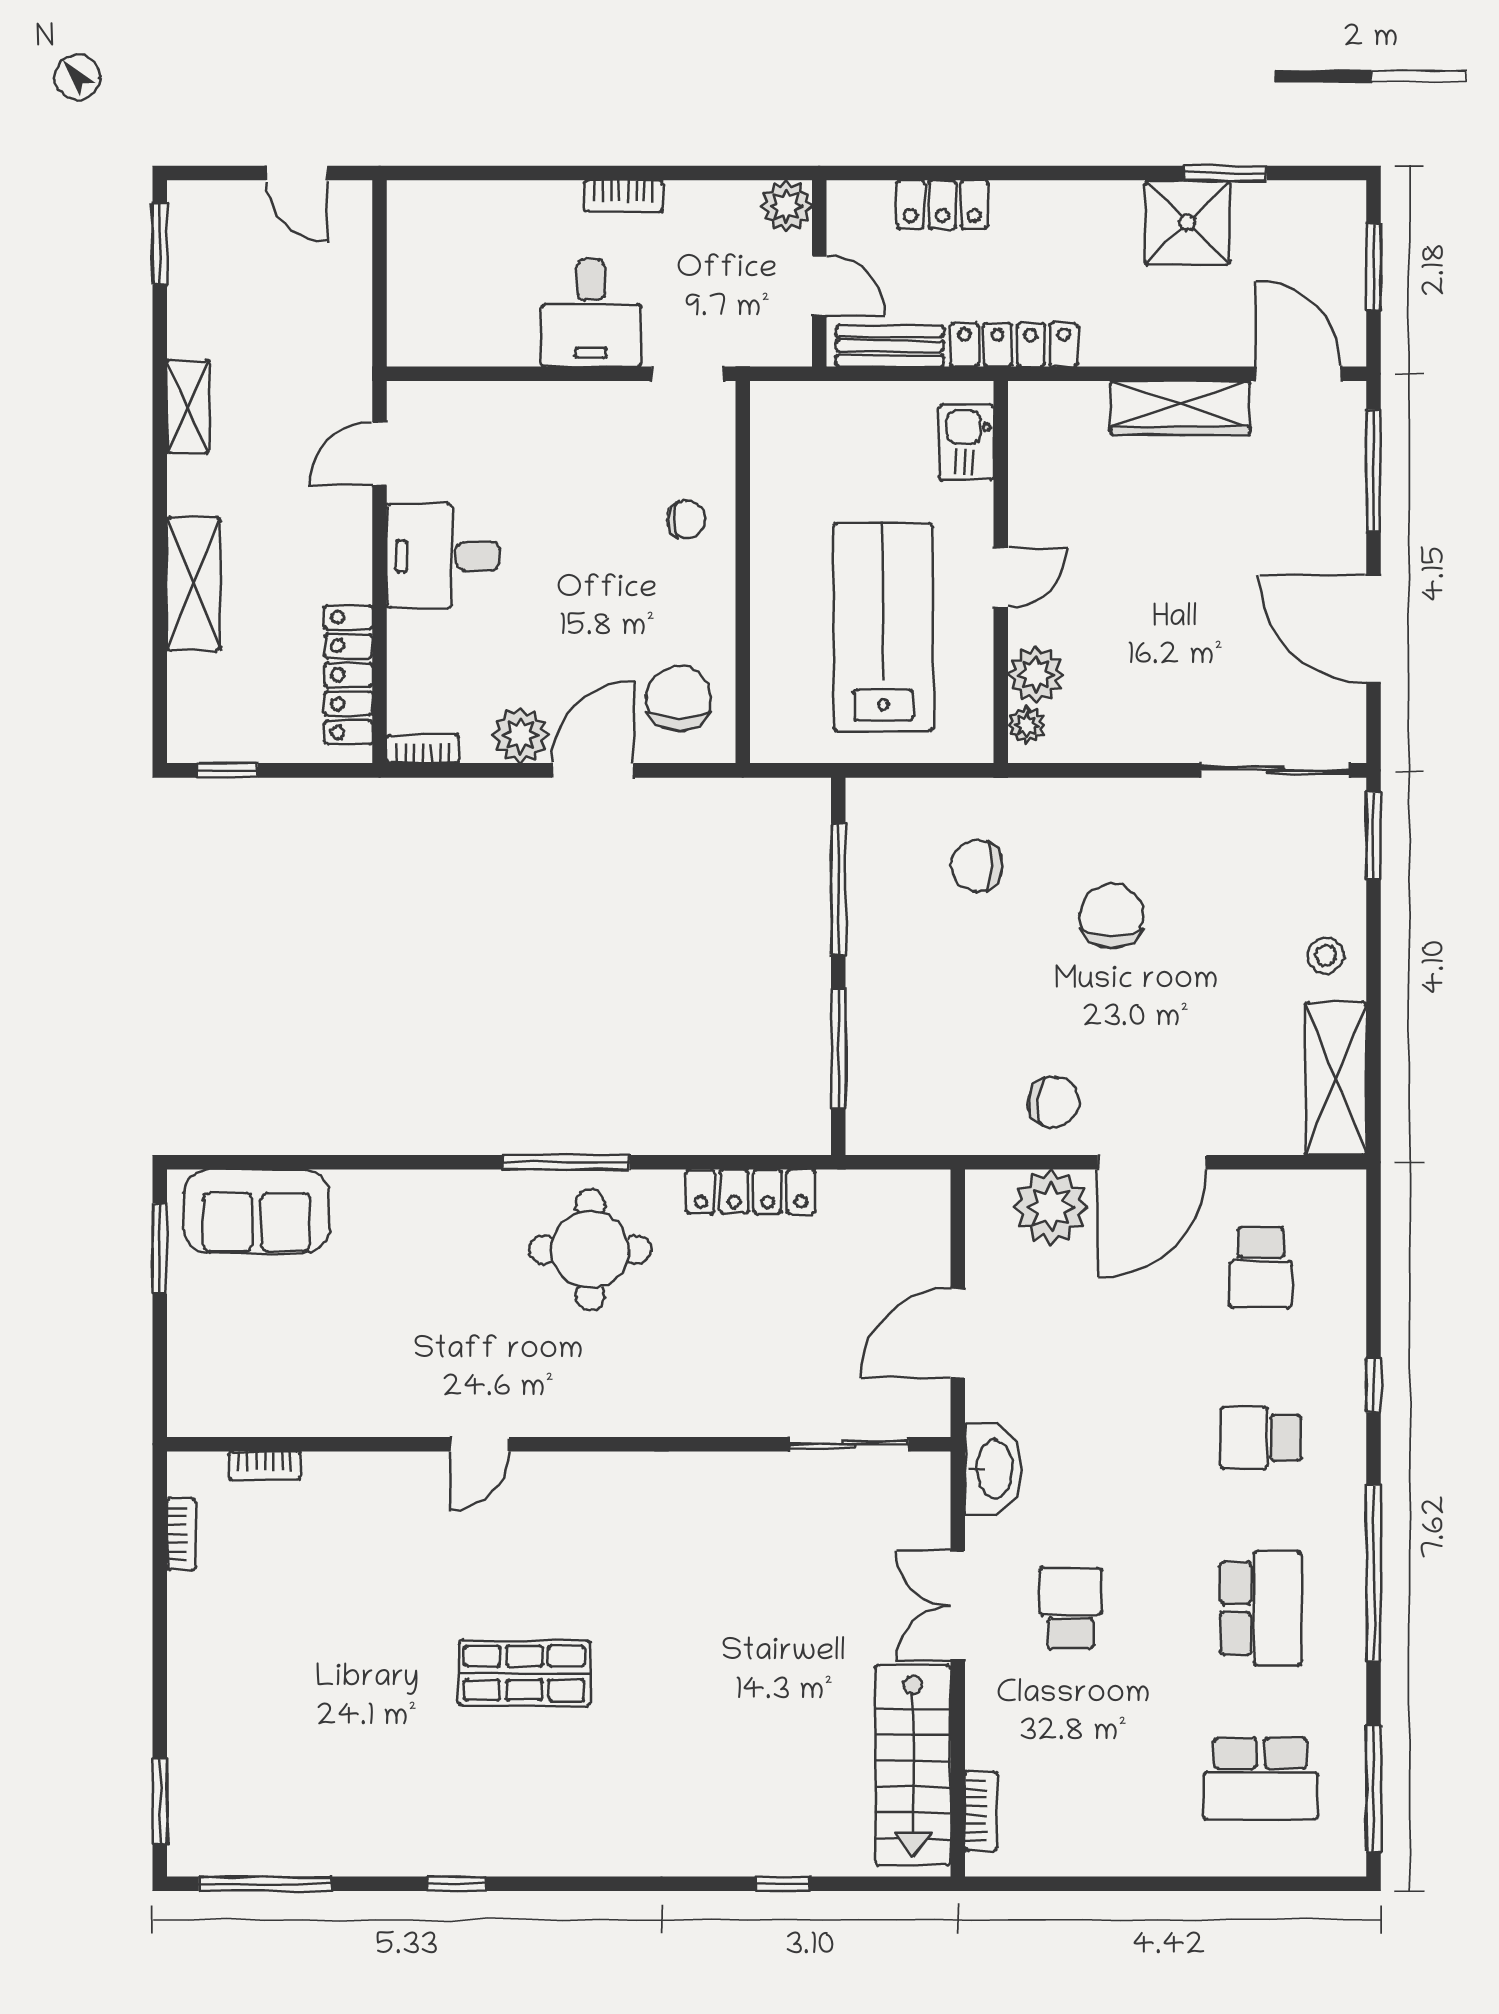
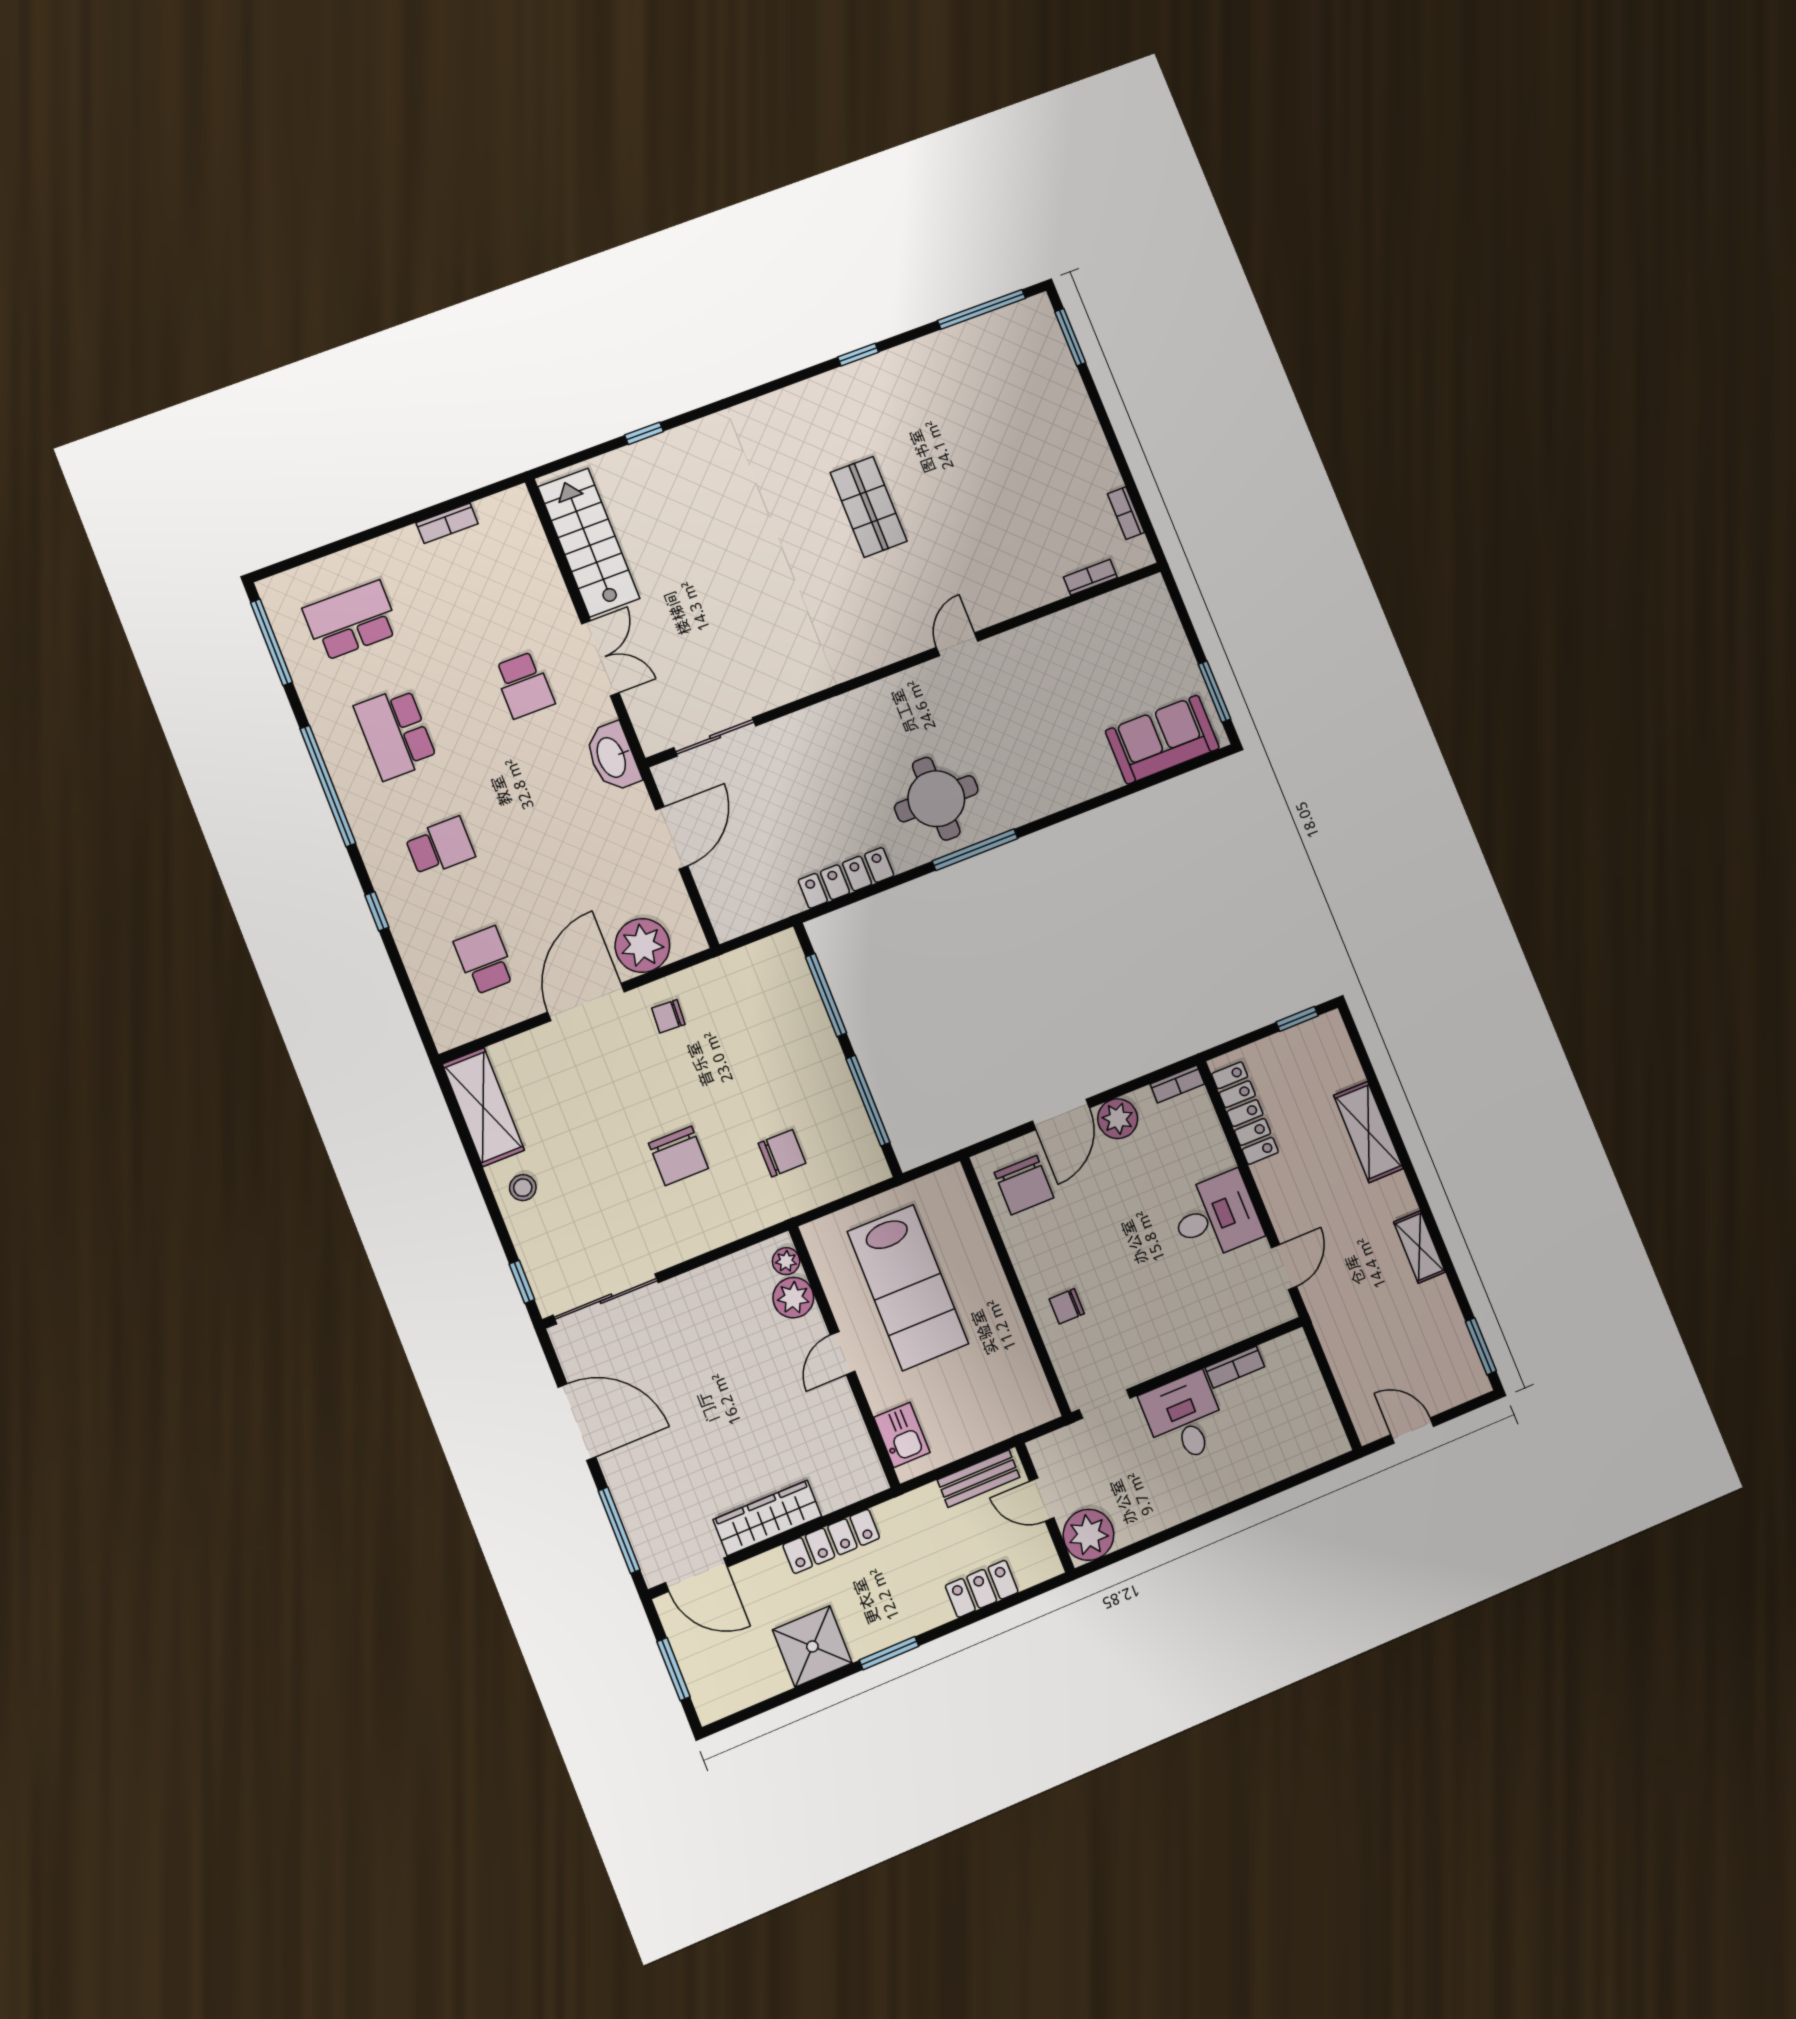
window: (1225, 173) -> (889, 1653), moved
bookcase: (623, 196) -> (1235, 1367), moved, turned 180
plant: (786, 206) -> (1089, 1535), width x1.36, depth x1.36
locker: (1014, 345) -> (831, 1541), moved
window: (1374, 835) -> (522, 1282), width x0.67
chair: (1053, 1102) -> (668, 1016), width x0.73, depth x0.73
shop shelf: (524, 1673) -> (869, 507), turned 90
bookcase: (981, 1811) -> (447, 523), moved, turned -90

